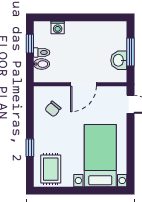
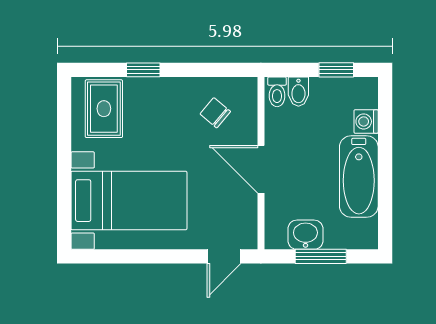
bathtub: (87, 31) -> (359, 176), added
toilet: (42, 52) -> (277, 92), moved
rug: (51, 169) -> (104, 109), turned 90

